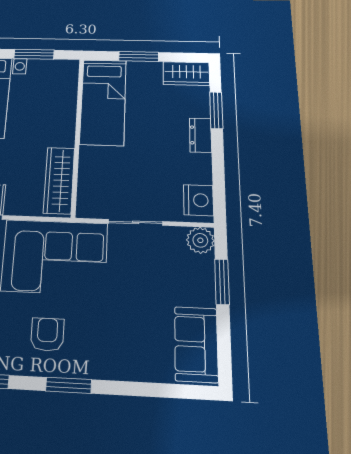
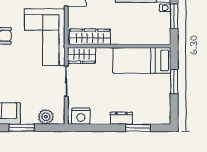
wardrobe: (186, 74) -> (82, 55), moved, turned -90
plant: (200, 240) -> (46, 117), moved
window: (222, 282) -> (22, 128), moved

